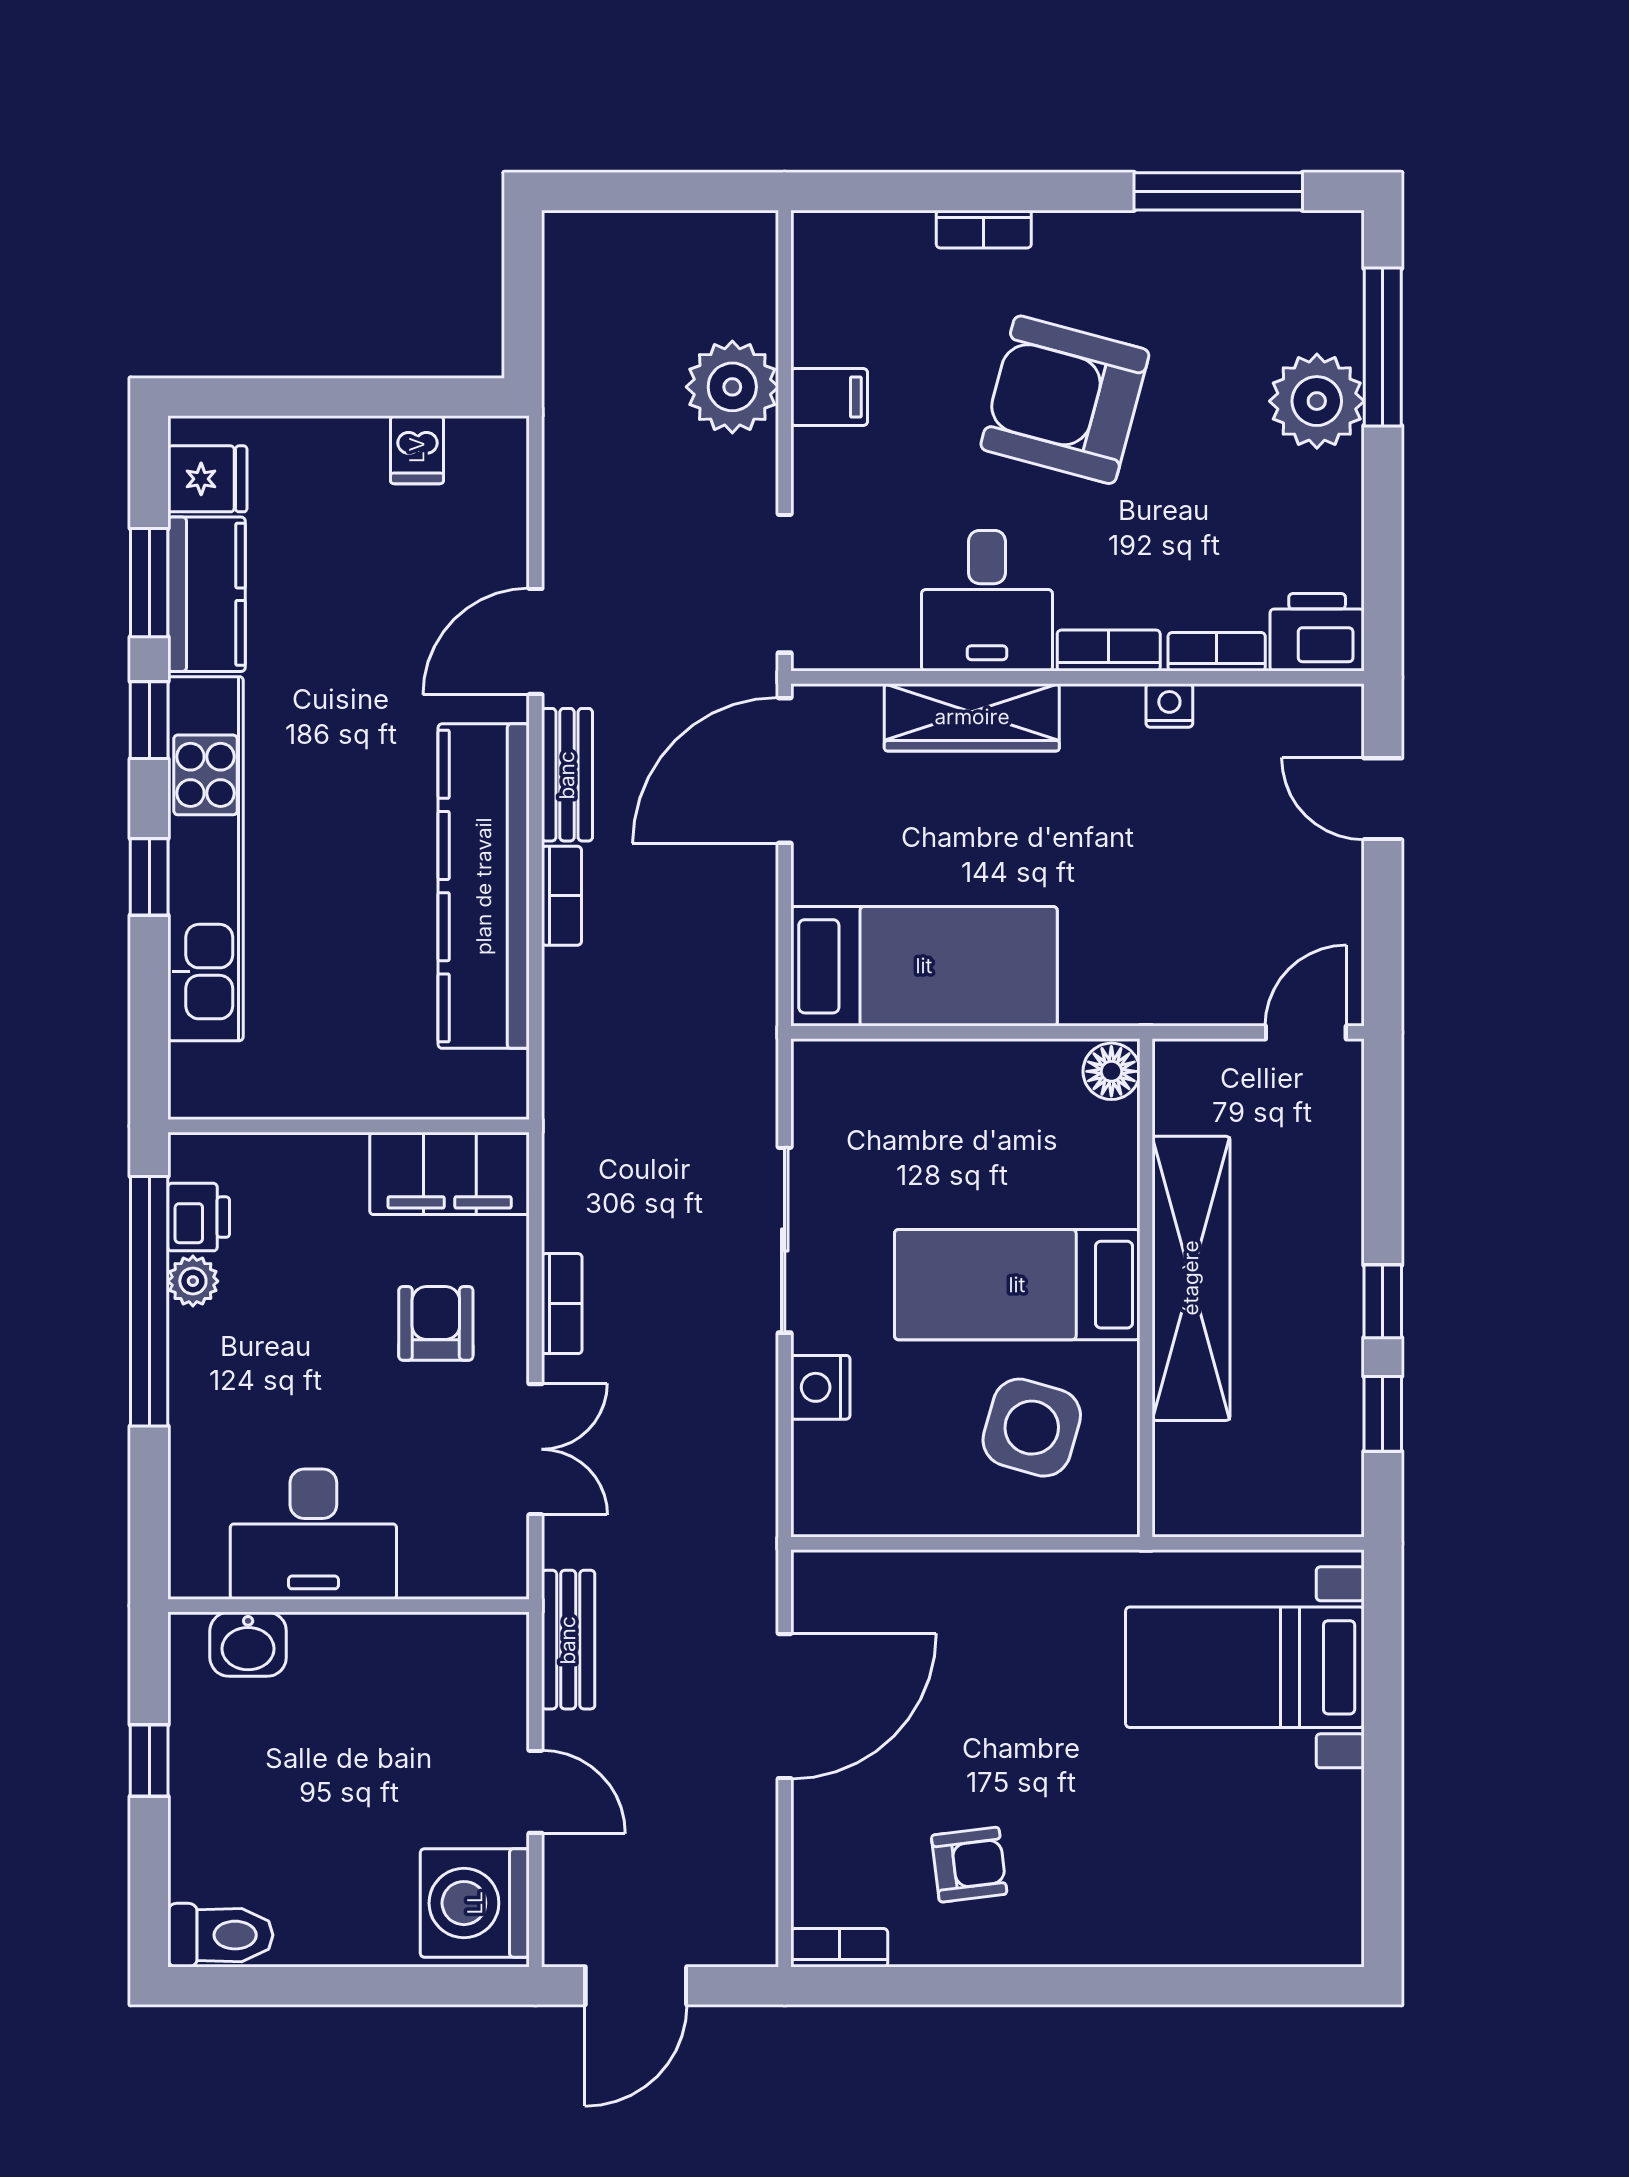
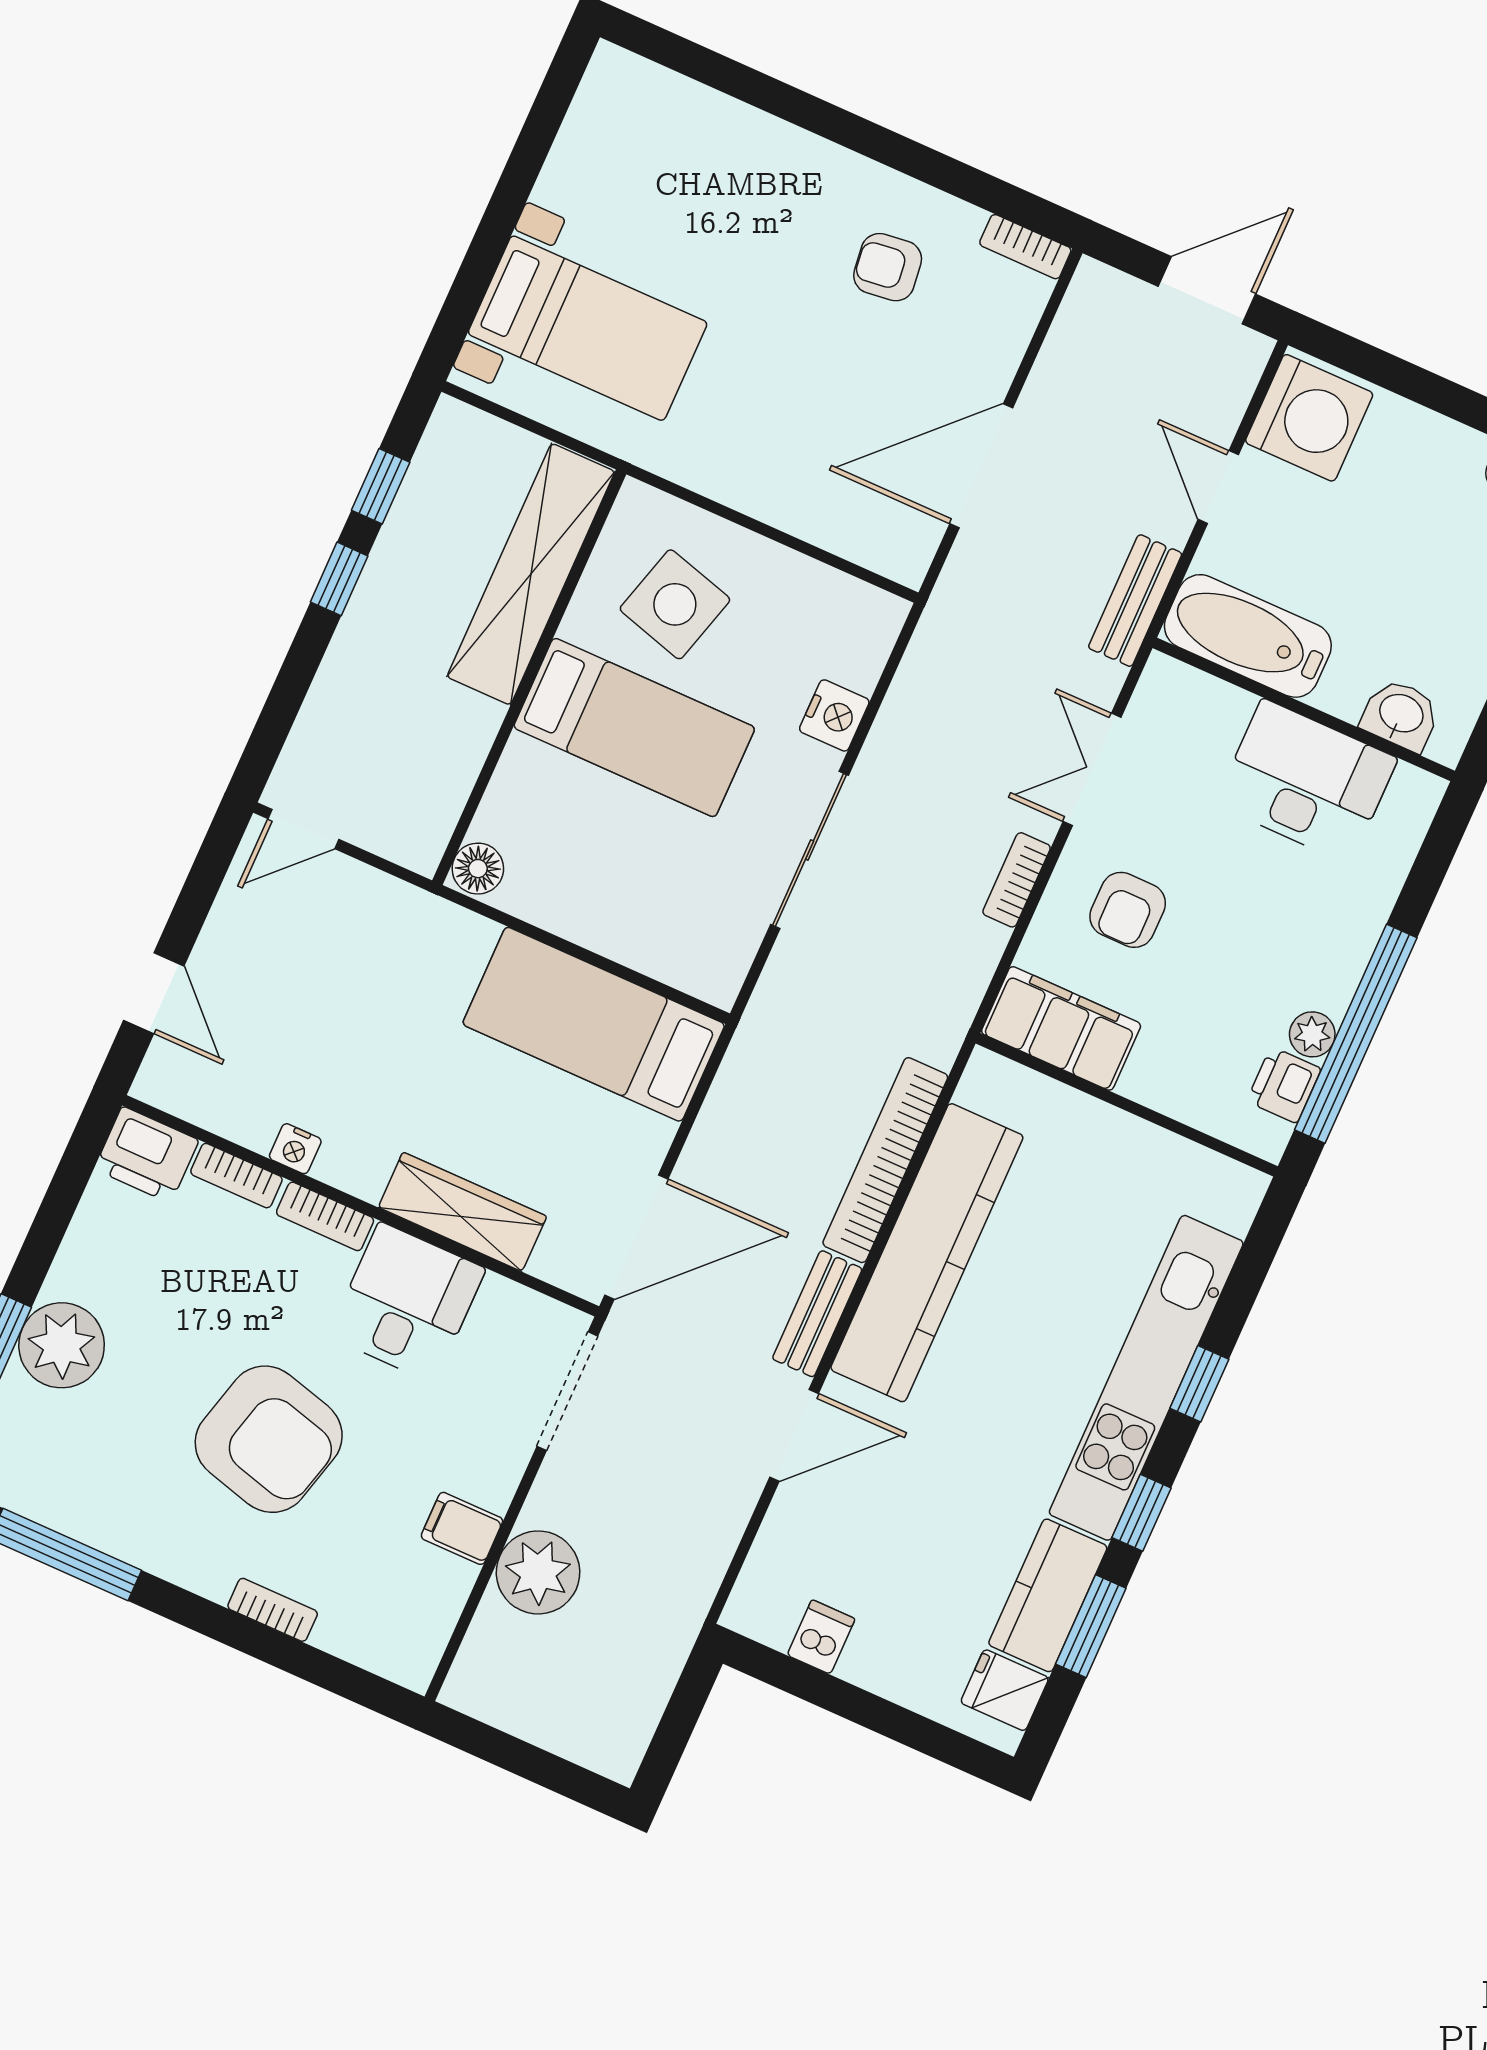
bookcase: (561, 896) -> (885, 1160), width x2.31, depth x1.31
shelving: (1191, 1278) -> (531, 574), moved
bathtub: (438, 1655) -> (1248, 636), added

